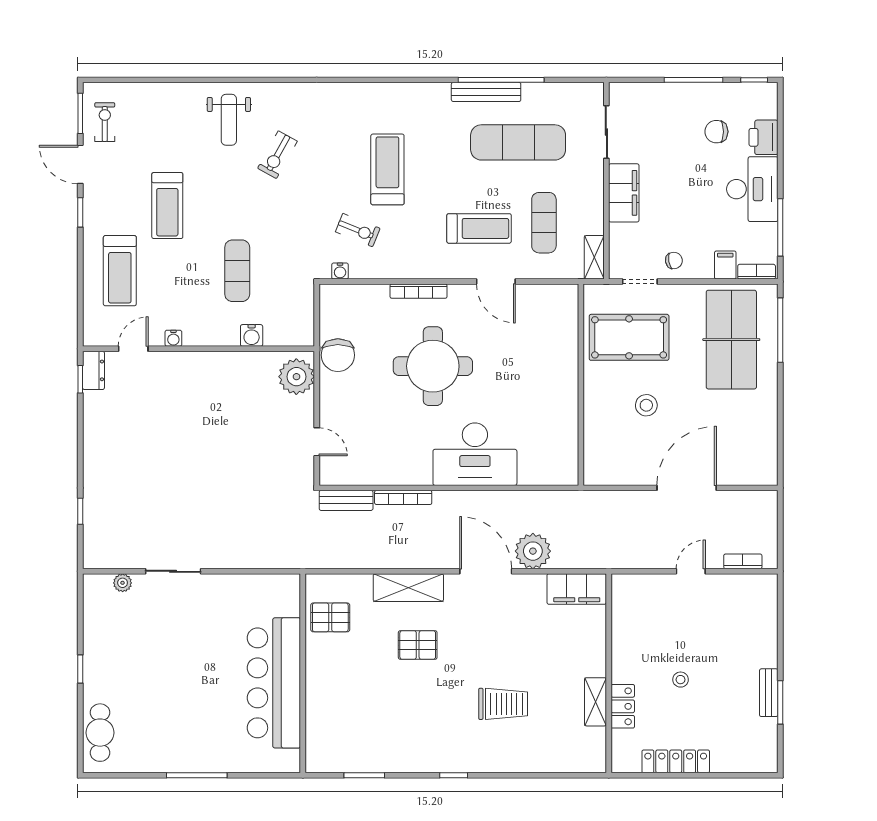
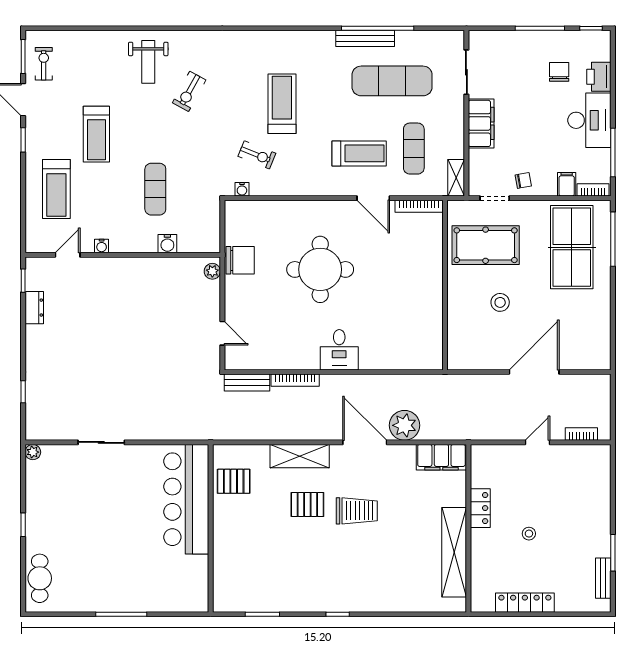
chair: (716, 132) -> (559, 72), turned 90
bookcase: (419, 291) -> (419, 206), moved
chair: (338, 355) -> (240, 260), turned -90
dresser: (93, 370) -> (34, 308), moved
plant: (296, 377) -> (212, 271), width x0.53, depth x0.53
desk: (475, 454) -> (339, 350), width x0.53, depth x0.77
plant: (123, 583) -> (33, 452), moved
bar counter: (274, 683) -> (186, 499), moved
bench: (769, 693) -> (603, 578), moved
shelving: (596, 702) -> (454, 552), width x2.20, depth x1.33
trolley: (503, 704) -> (357, 511), moved
locker: (623, 706) -> (480, 508), moved

